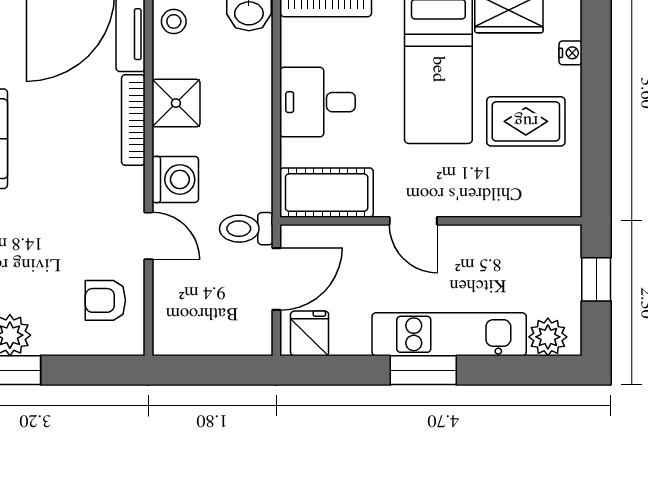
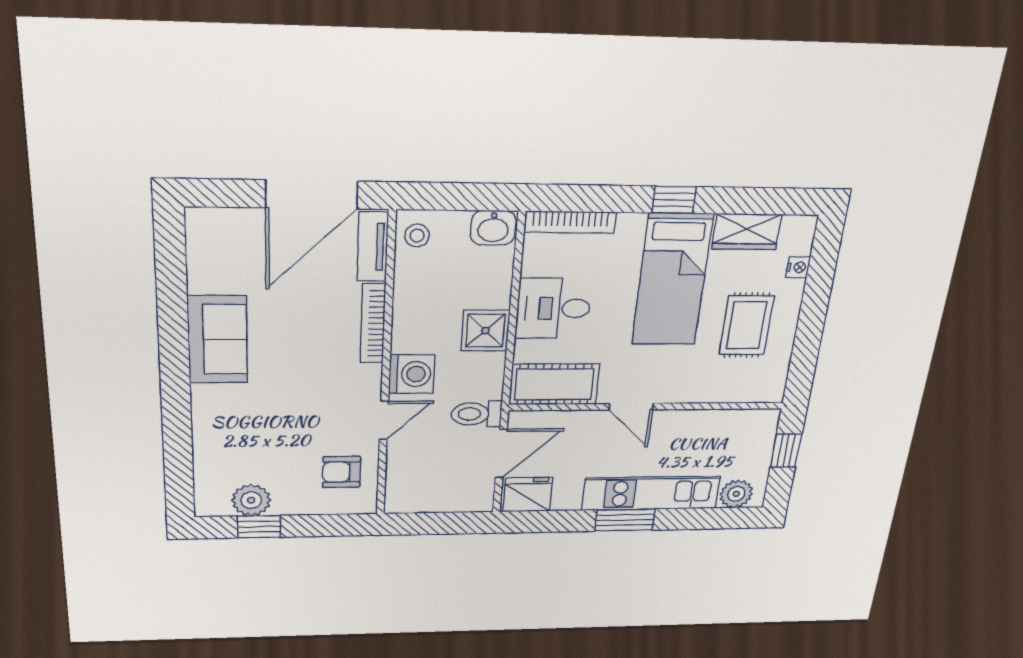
shower: (176, 103) -> (485, 331), moved
rug: (526, 121) -> (746, 325), turned 90
door: (148, 236) -> (384, 420), hinge flipped
fridge: (310, 333) -> (528, 495), width x1.38

